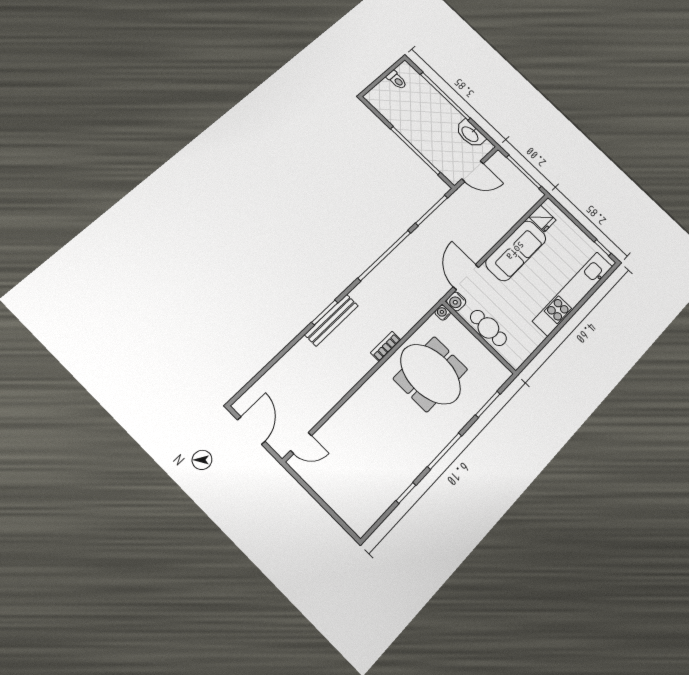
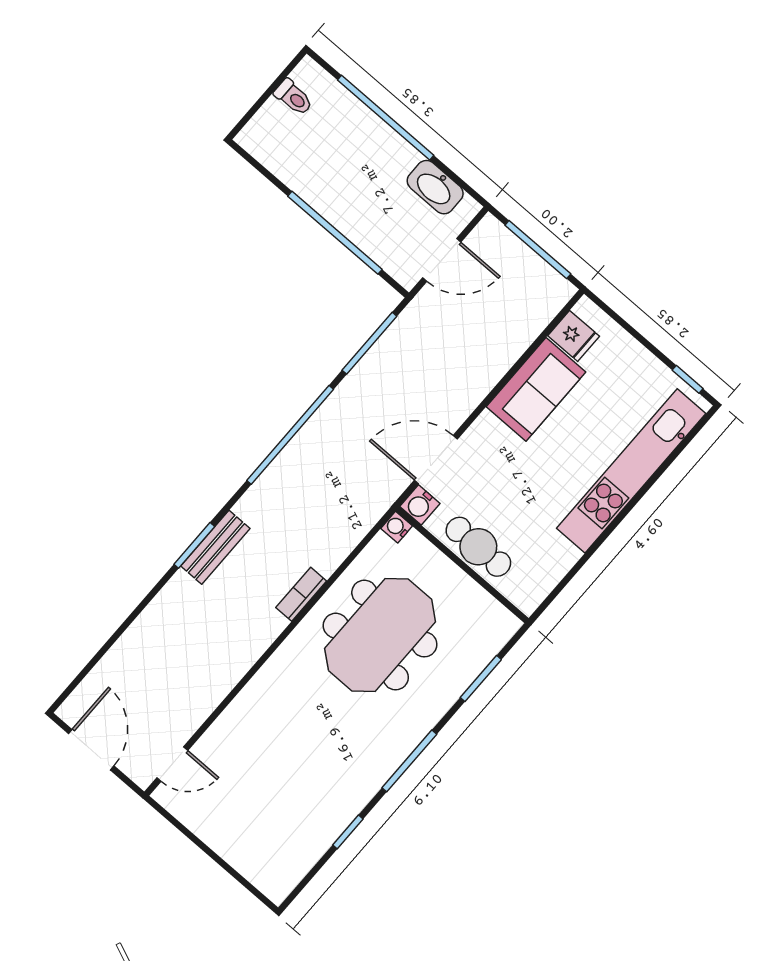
sofa: (516, 251) -> (536, 389), width x0.73
door: (466, 277) -> (436, 460), hinge flipped
bench: (331, 320) -> (215, 547), width x0.73
meeting table: (431, 374) -> (380, 635), turned 90

